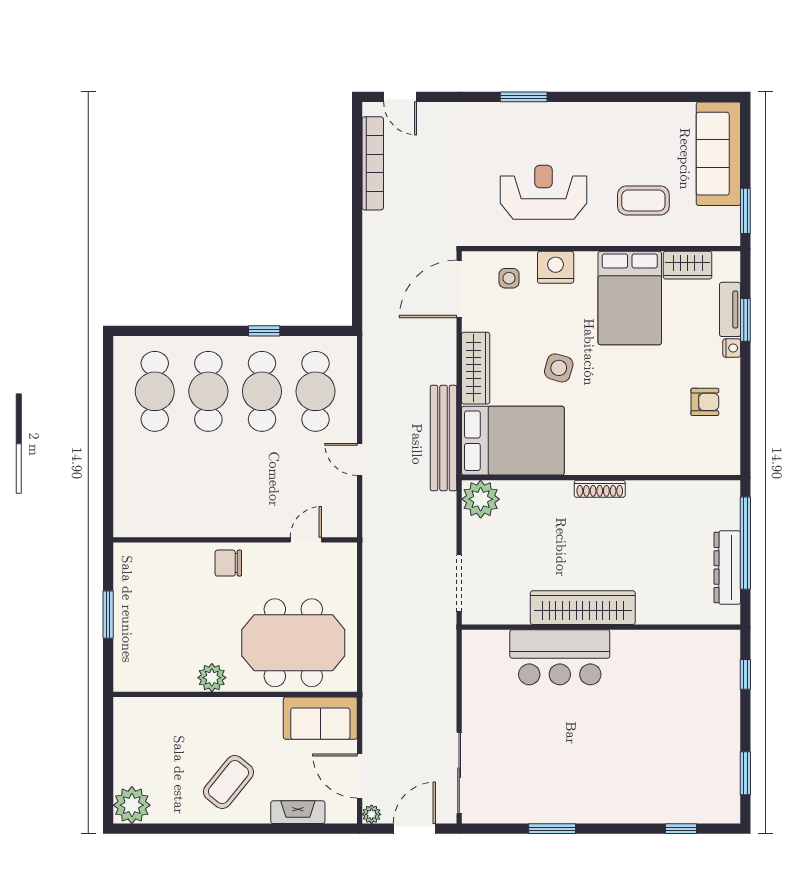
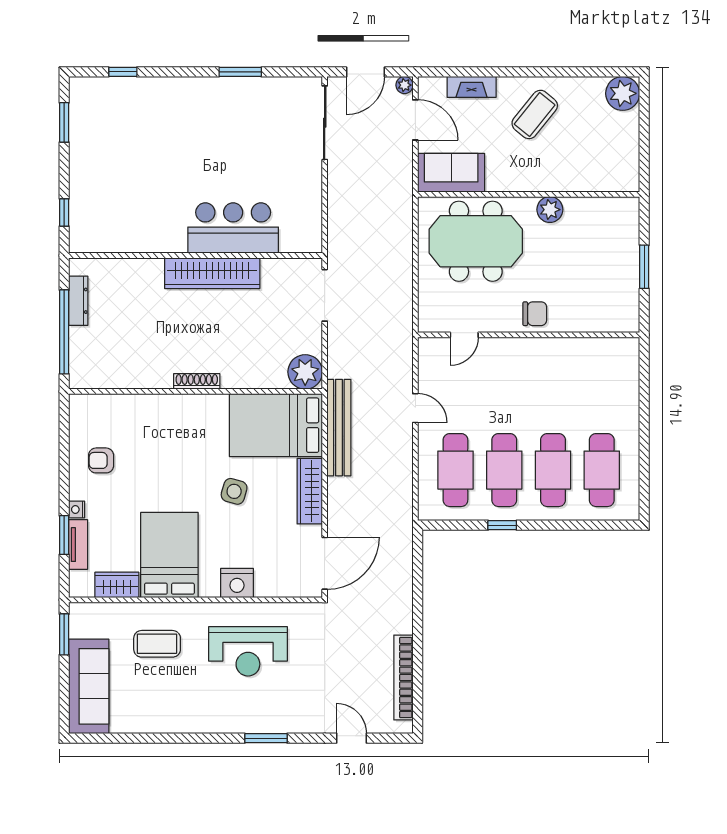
door: (400, 97) -> (351, 738), moved
side table: (509, 278) -> (279, 573), removed
dresser: (727, 567) -> (78, 301), width x0.73, depth x0.80

